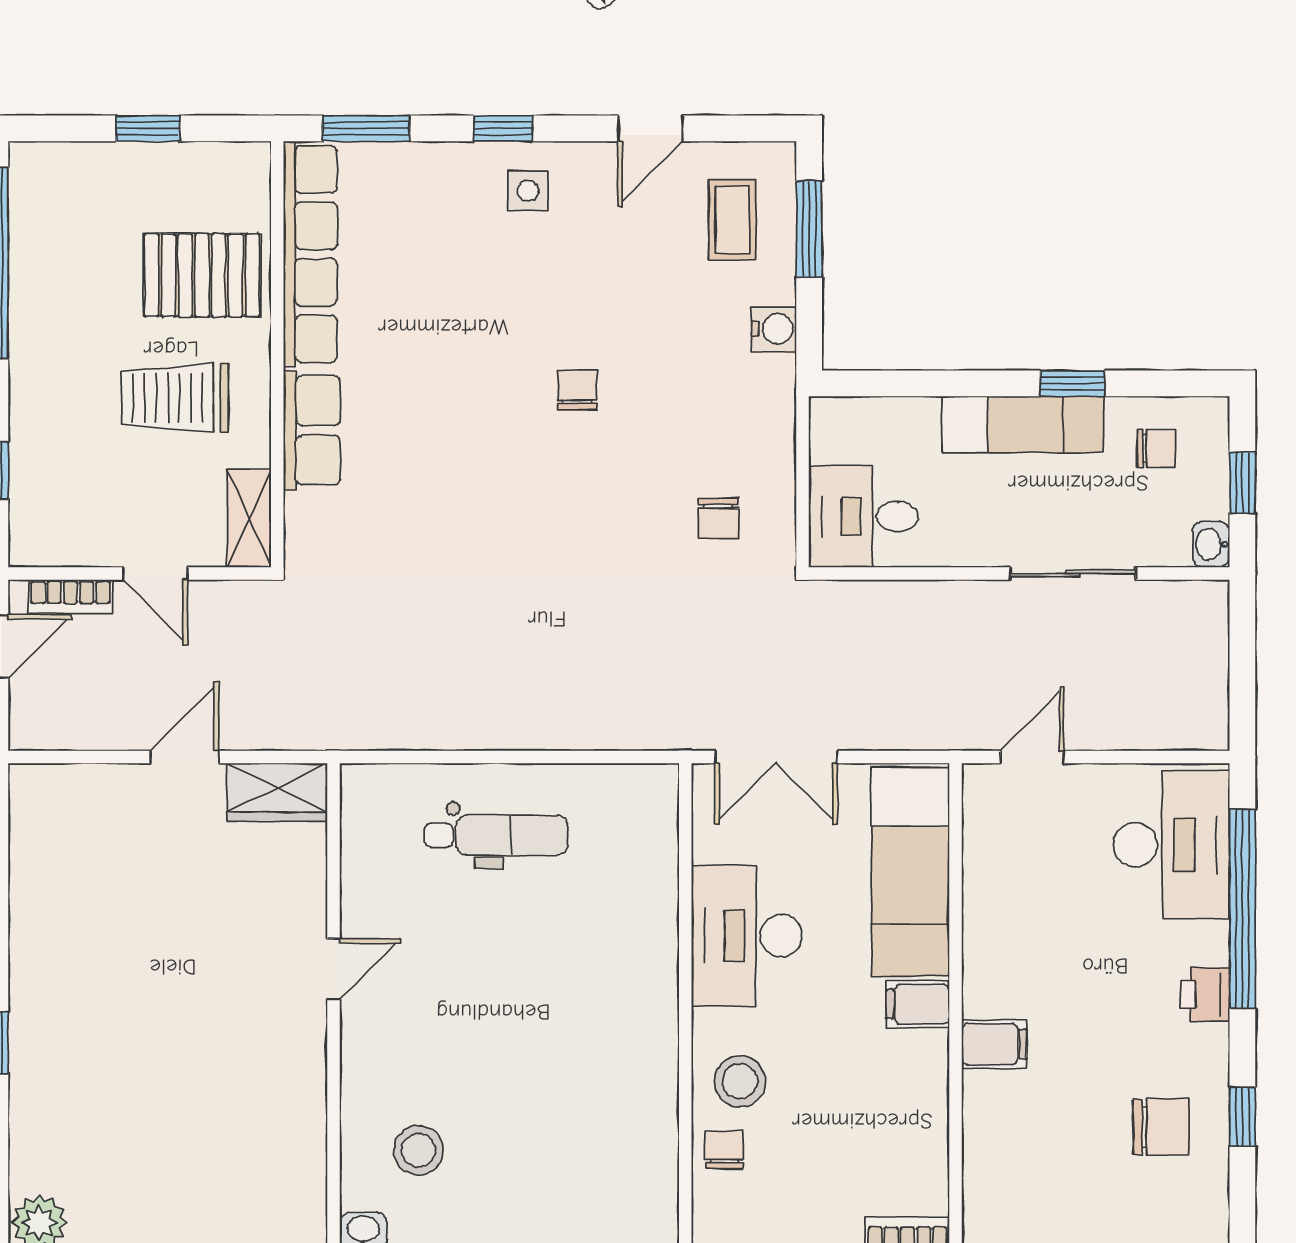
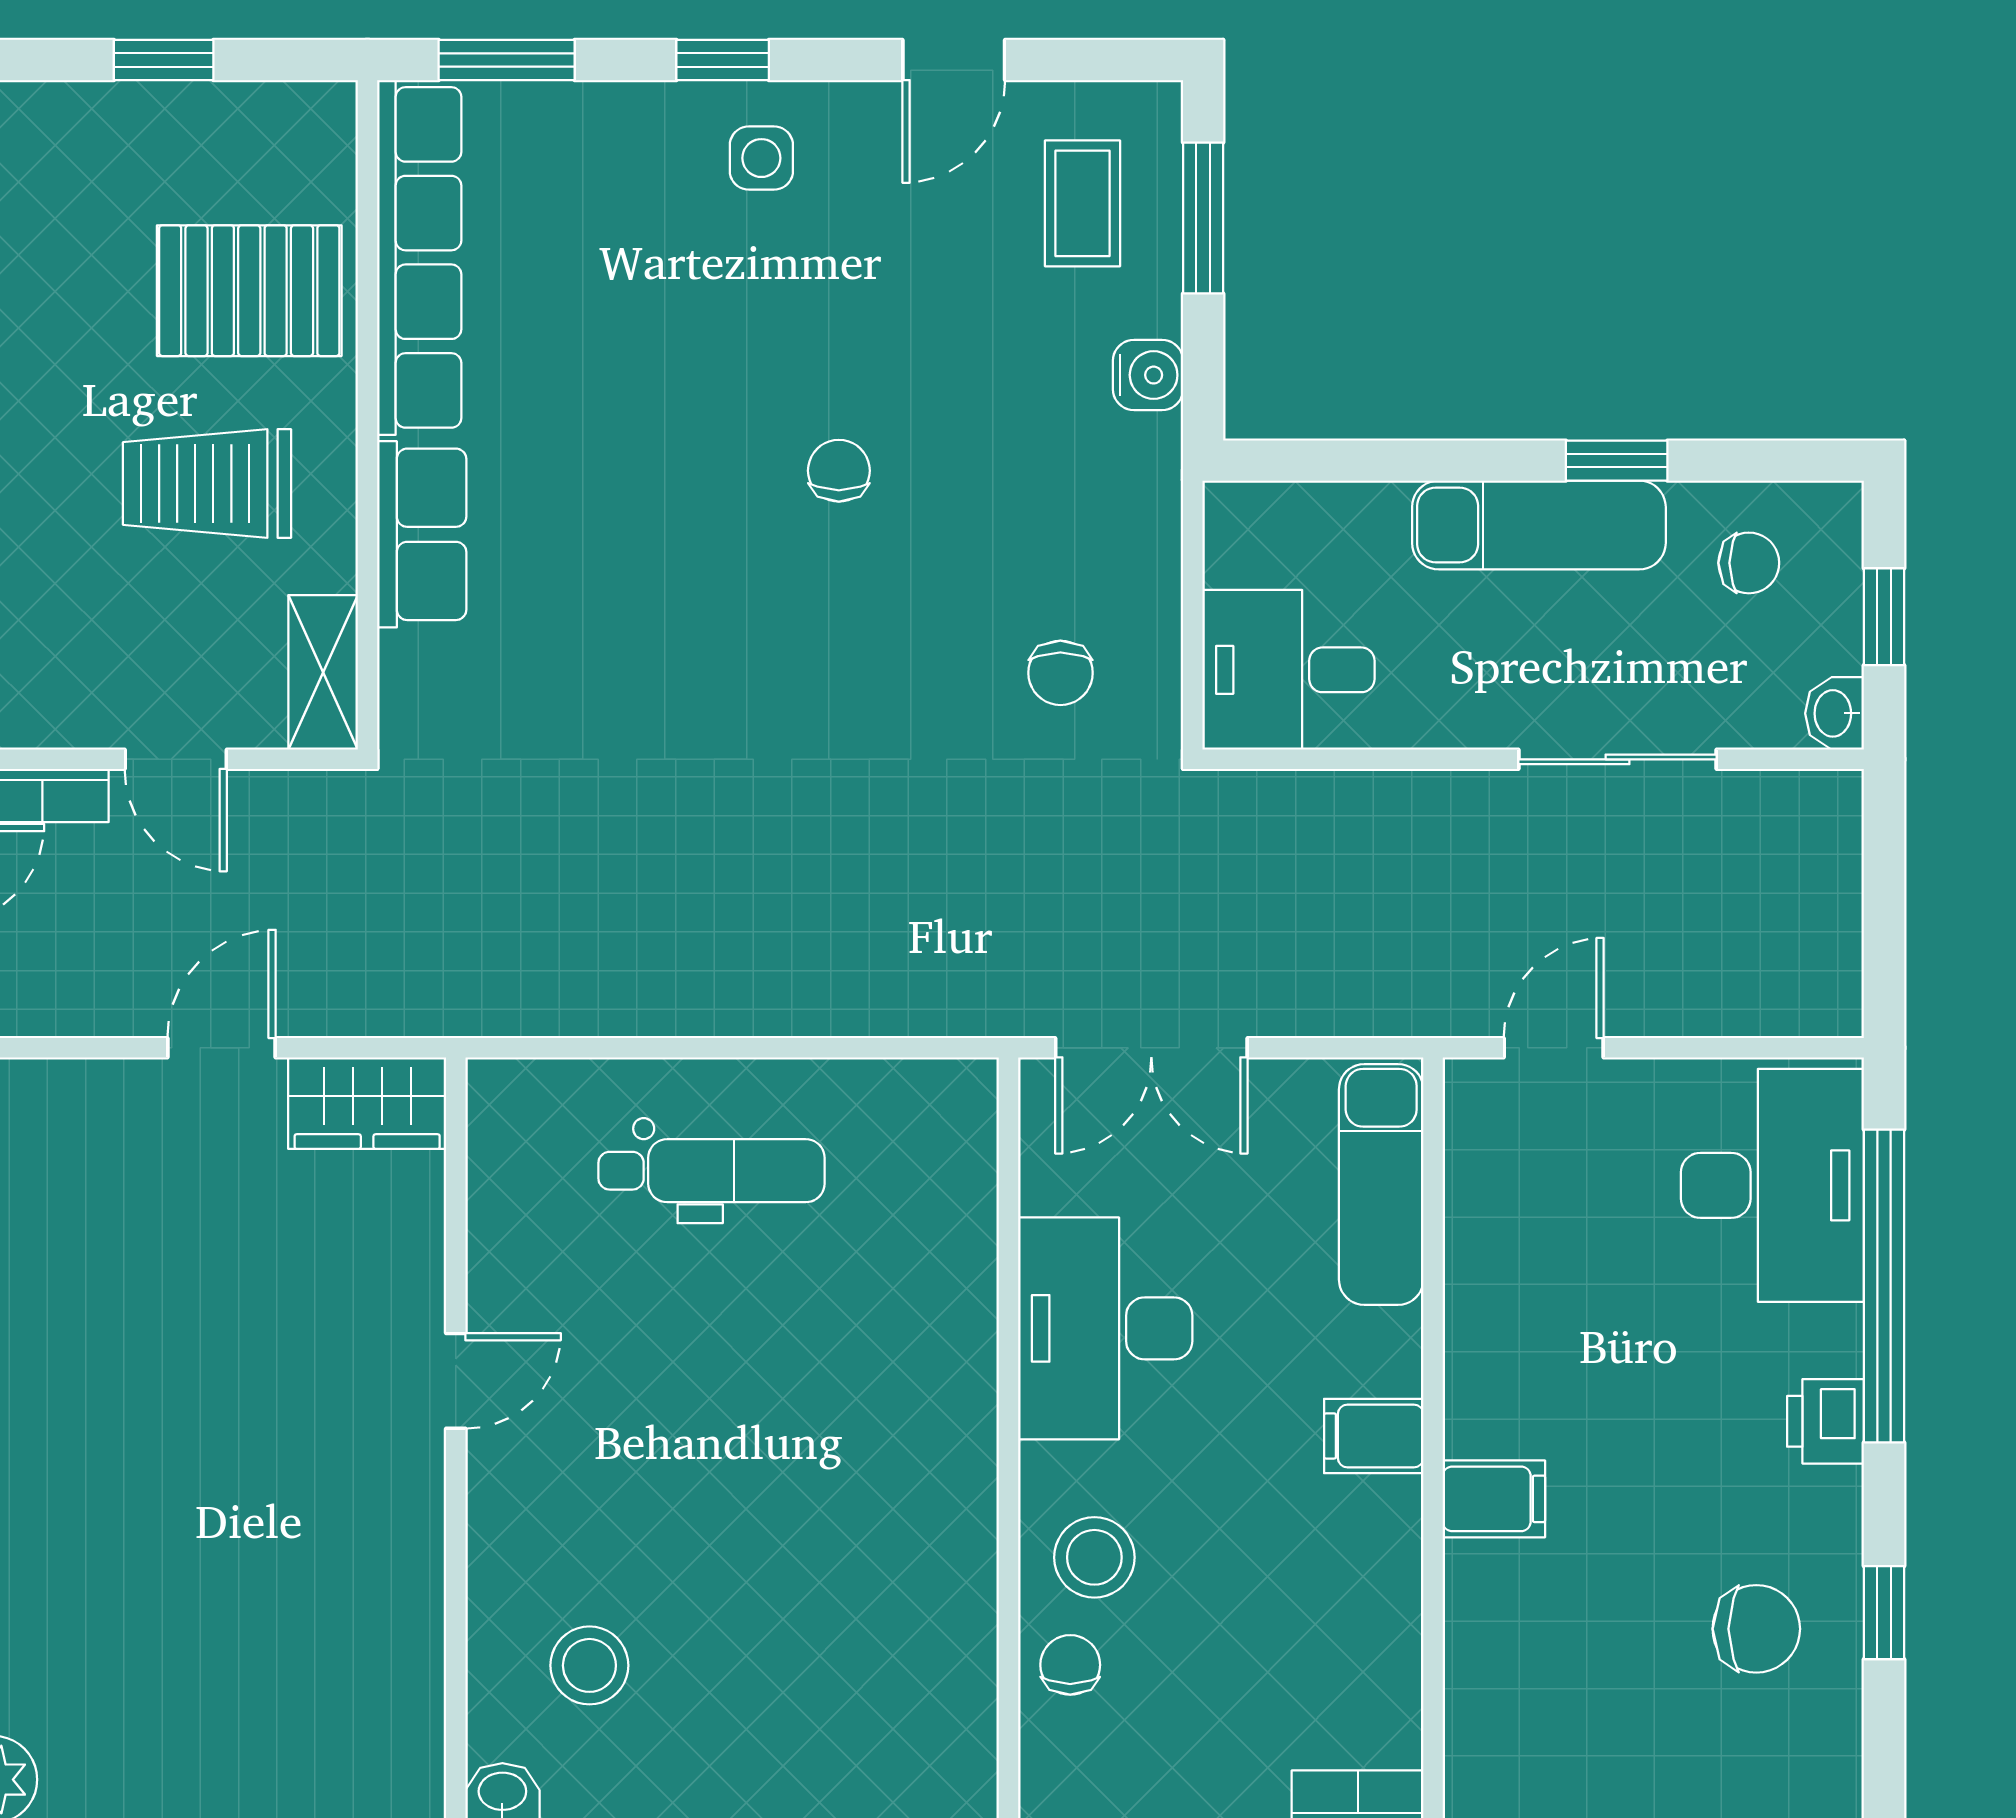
exam couch: (910, 872) -> (1381, 1184), width x0.73, depth x0.69

